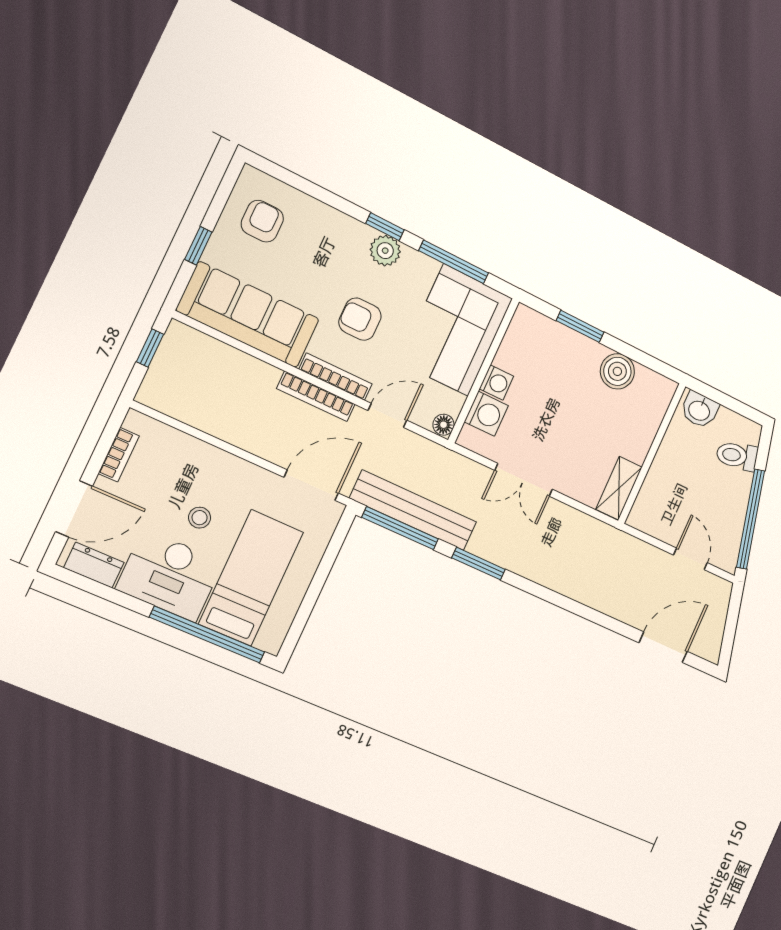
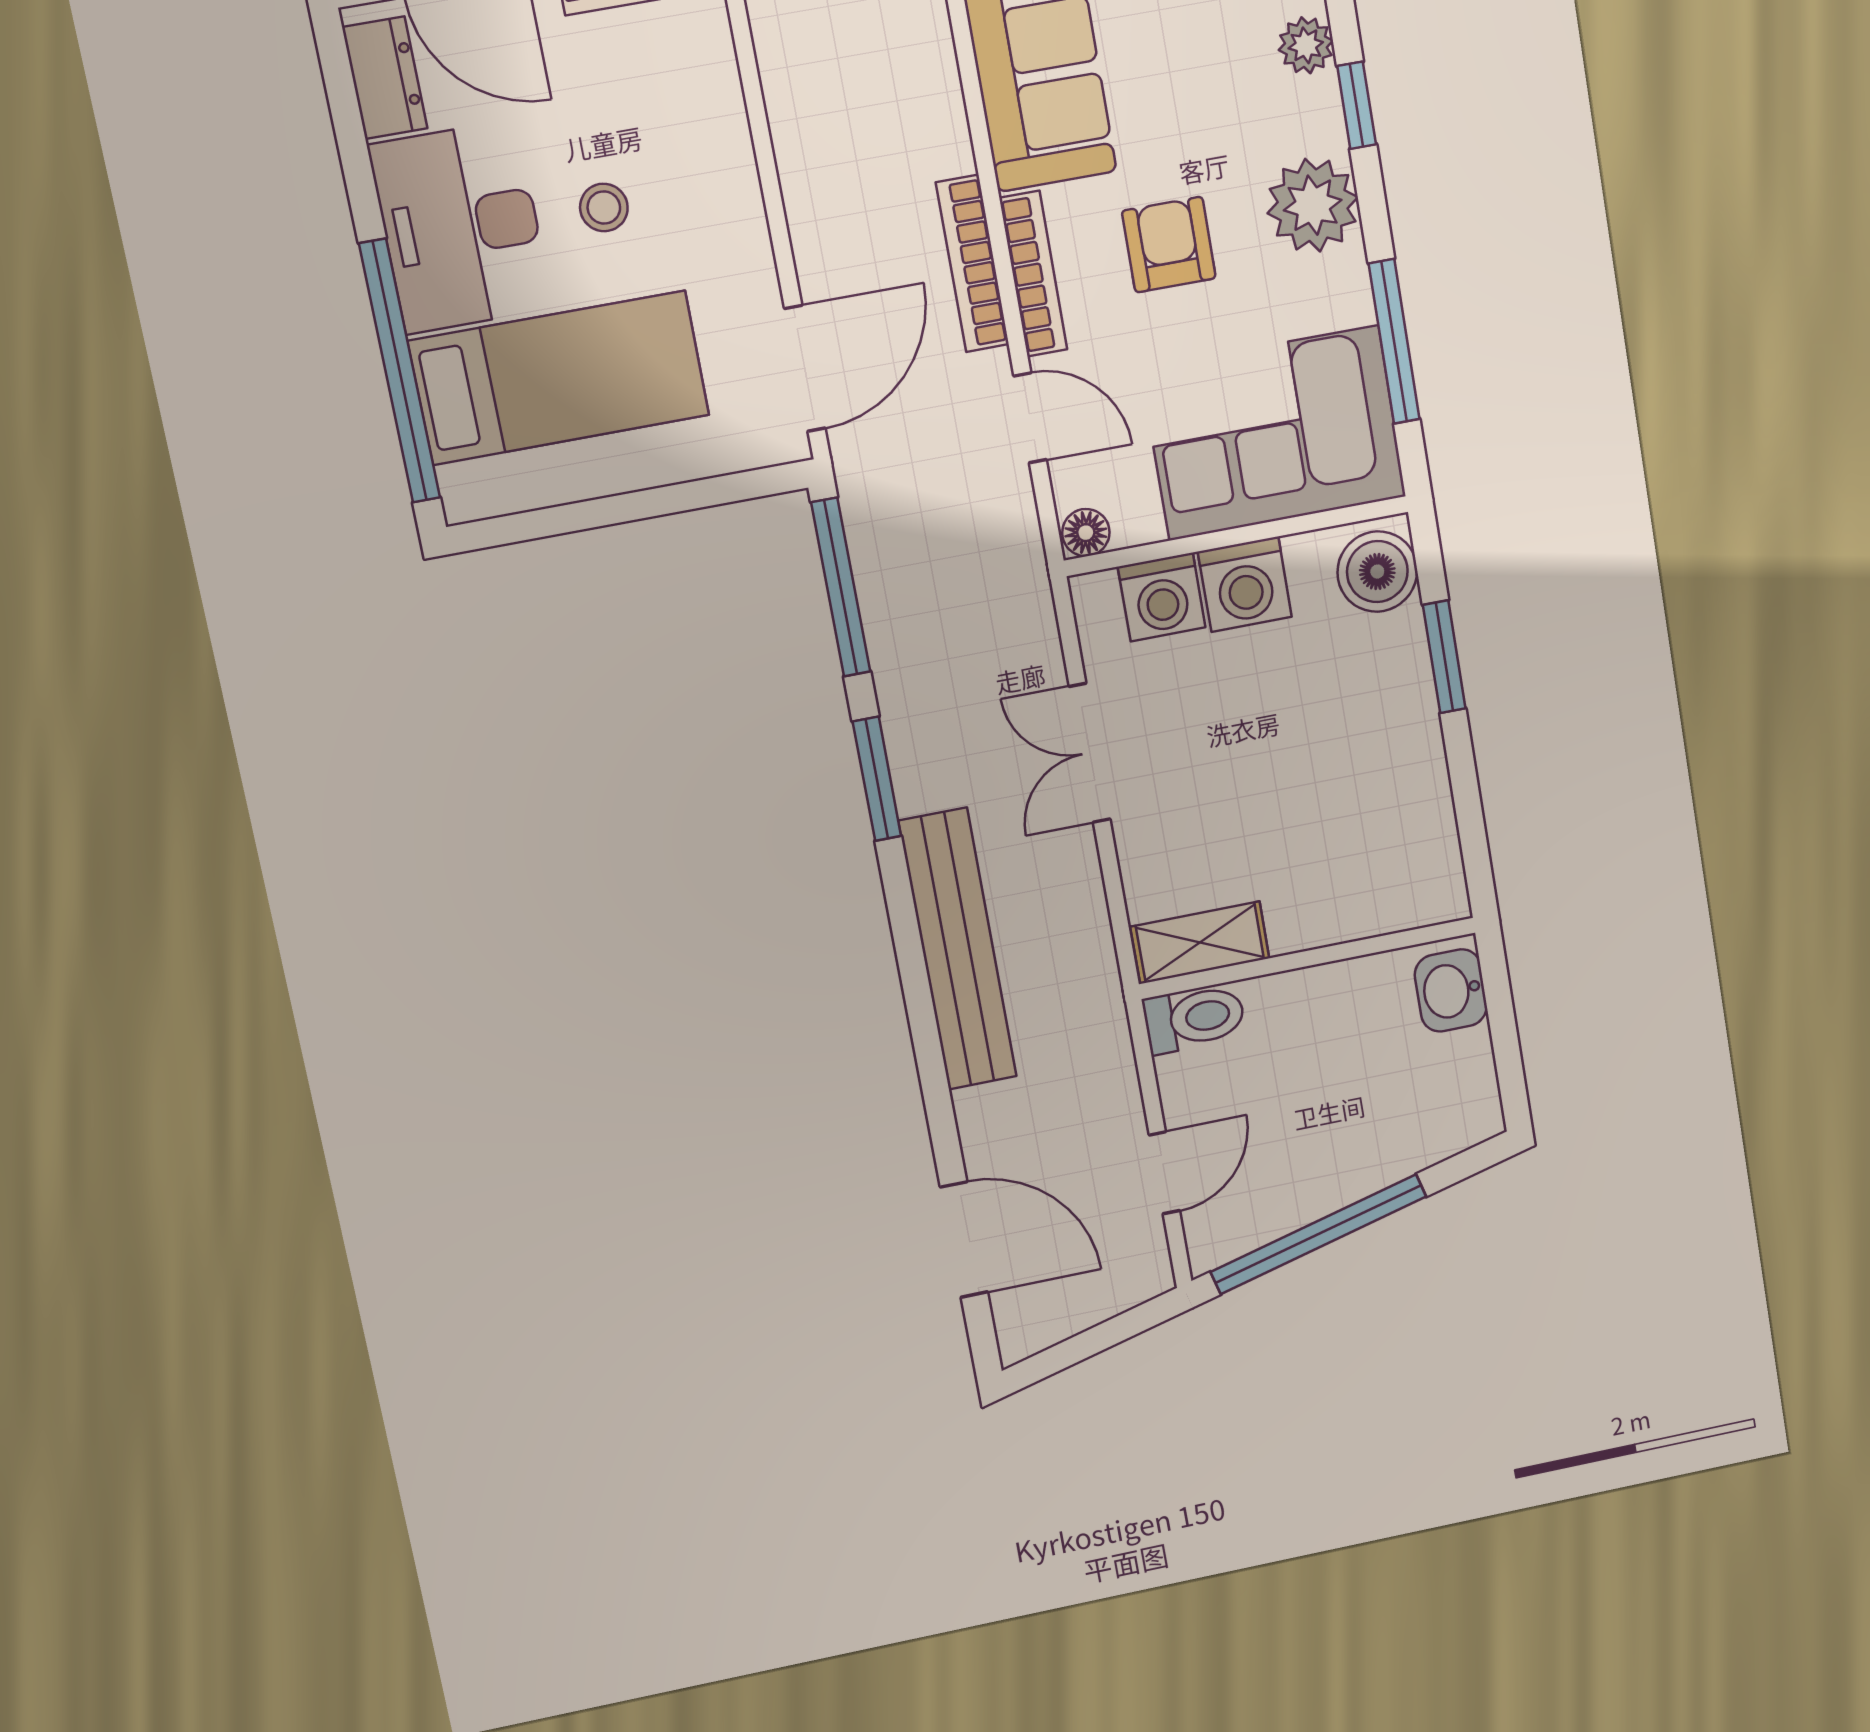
plant: (322, 215) -> (1306, 45), added
window: (385, 227) -> (1357, 105), moved
plant: (385, 251) -> (1313, 205), width x1.36, depth x1.36
boiler: (617, 371) -> (1377, 572), moved
washing machine: (496, 382) -> (1245, 584), width x1.38, depth x1.38
toilet: (737, 456) -> (1194, 1018), moved, turned 104
door: (311, 485) -> (805, 368), hinge flipped
bench: (413, 510) -> (958, 949), moved

